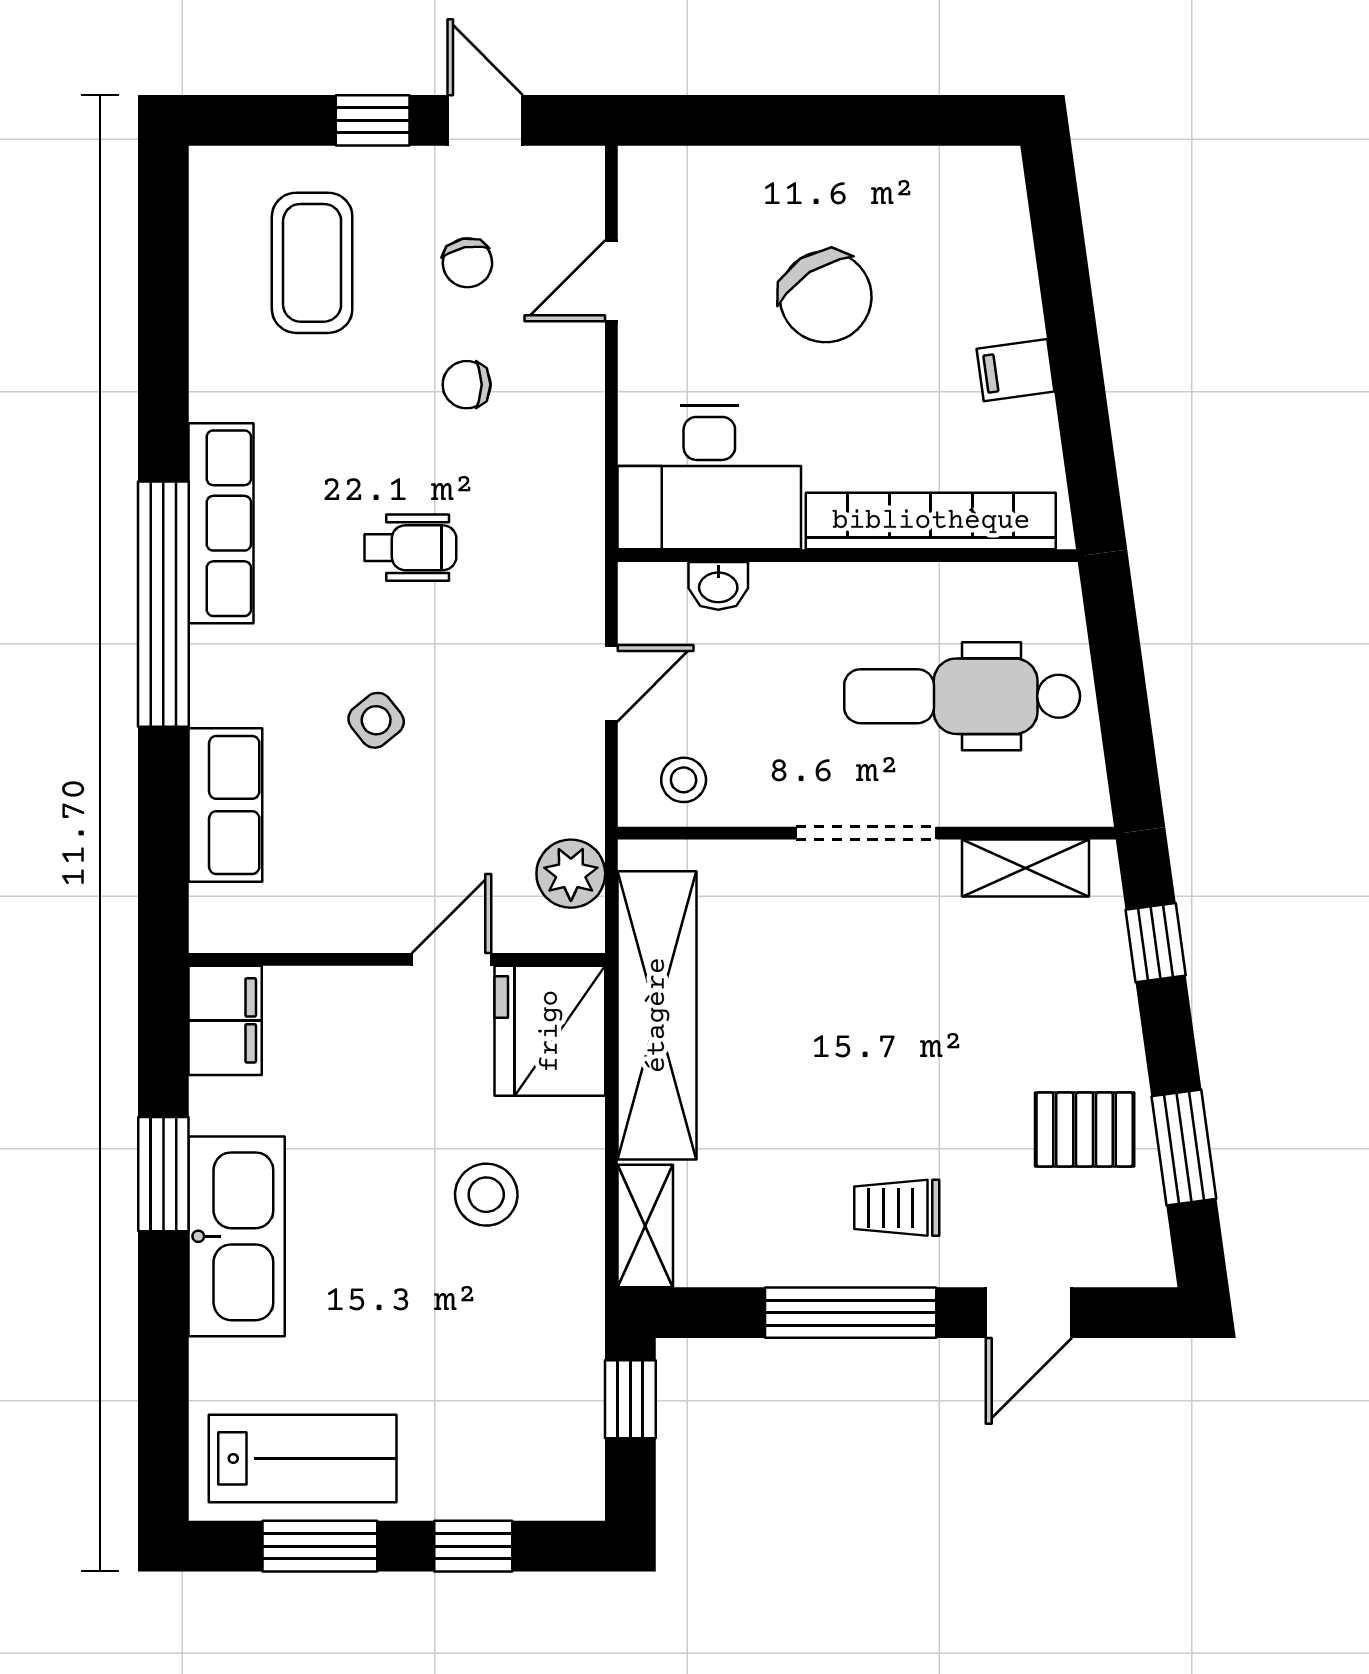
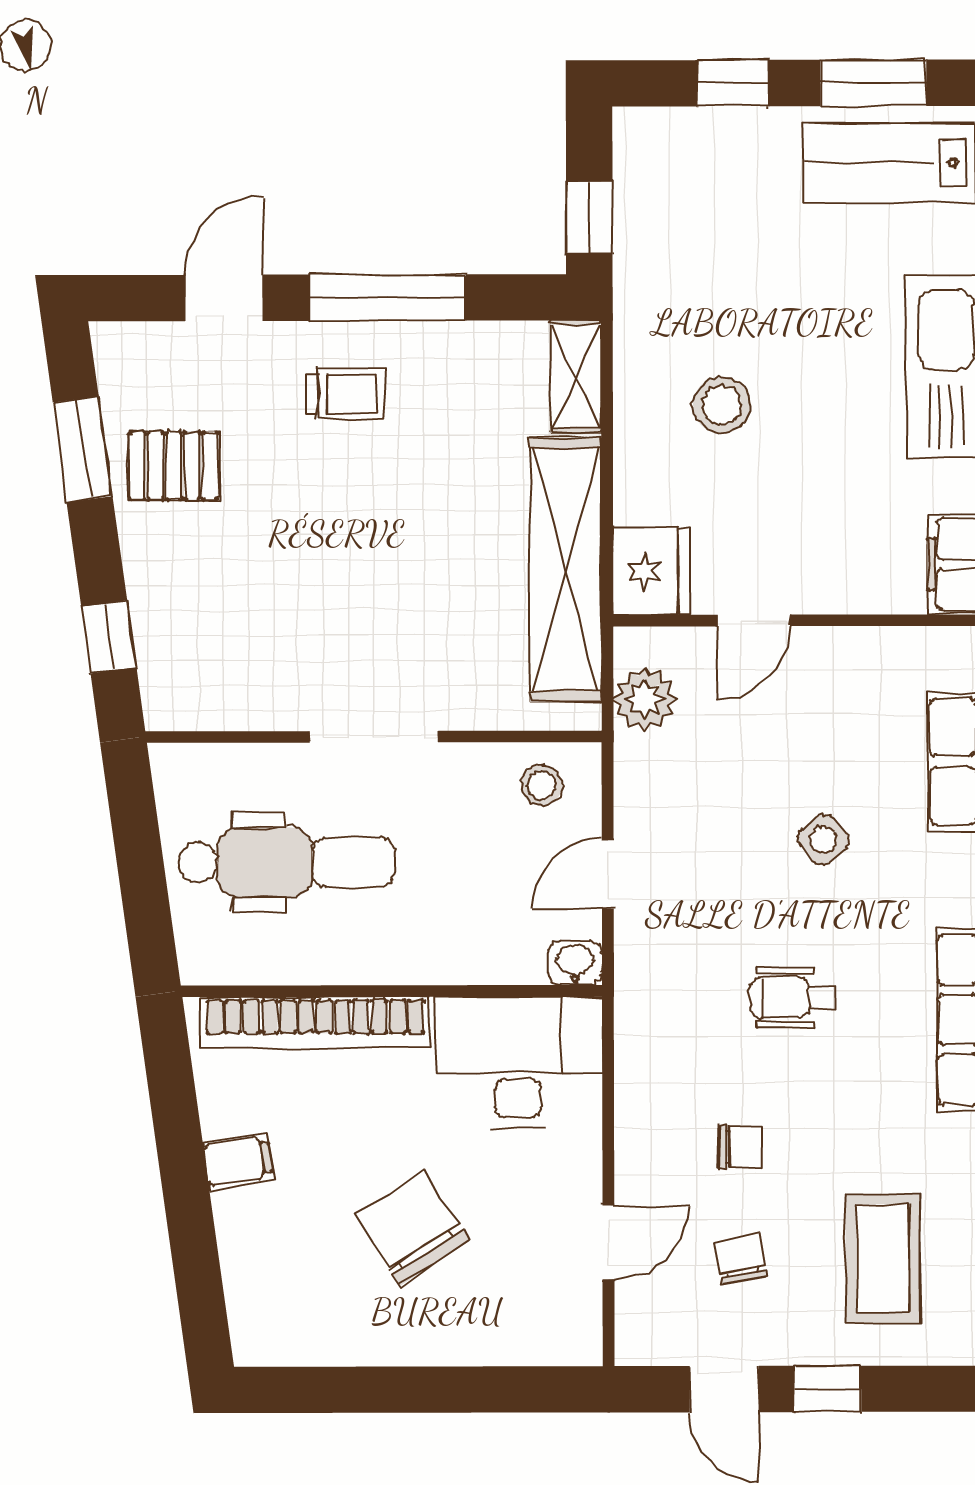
washbasin: (718, 586) -> (575, 963), moved
shelving: (1025, 868) -> (228, 705), removed
fridge: (550, 1031) -> (651, 571), width x0.73, depth x0.75

